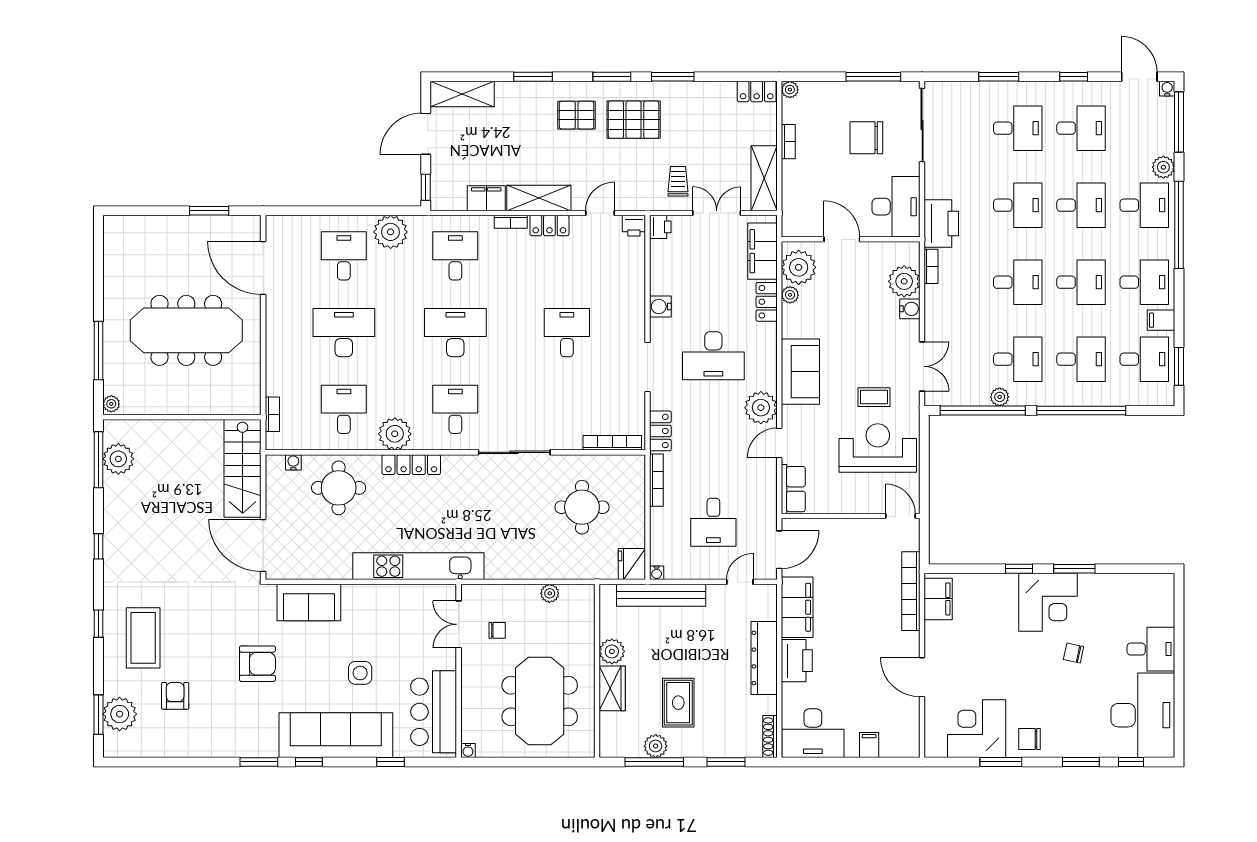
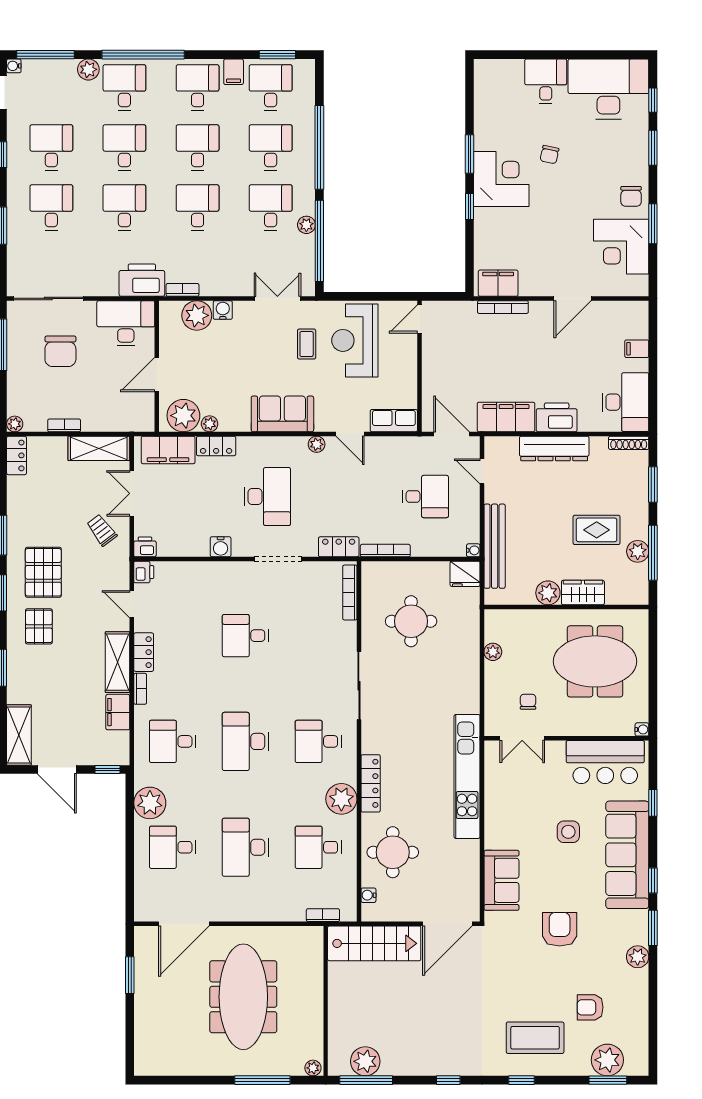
trolley: (678, 181) -> (102, 530), turned 53
plant: (761, 408) -> (317, 444), width x0.53, depth x0.53
bookcase: (911, 591) -> (503, 307), width x0.68, depth x0.76
plant: (228, 746) -> (638, 957), added

